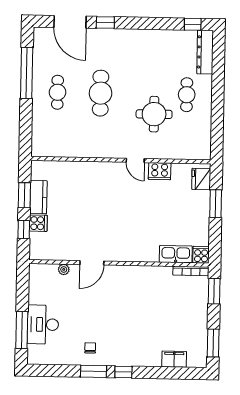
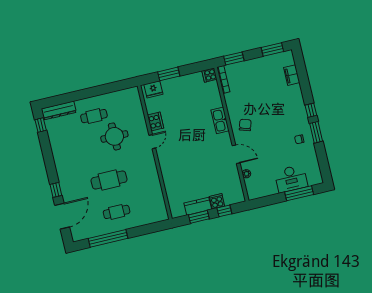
kitchen sink: (176, 254) -> (220, 120), moved
chair: (126, 284) -> (245, 125), added

